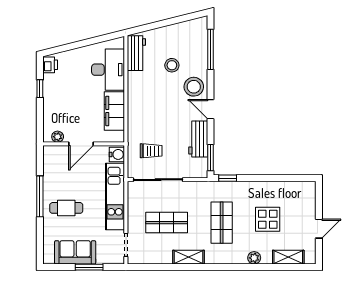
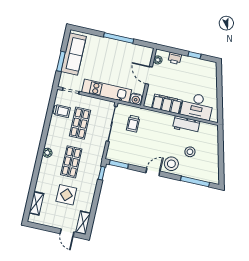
workbench: (136, 53) -> (186, 125), moved
printer: (50, 65) -> (175, 58), moved
workbench: (198, 139) -> (134, 159), removed
cafe table: (66, 208) -> (106, 55), removed
shop shelf: (222, 223) -> (71, 162), turned 90
door: (319, 229) -> (67, 233), moved
trolley: (156, 251) -> (62, 111), added
sofa: (75, 252) -> (74, 54), width x1.36
shelving: (189, 257) -> (83, 223), moved
plant: (254, 258) -> (47, 153), moved

